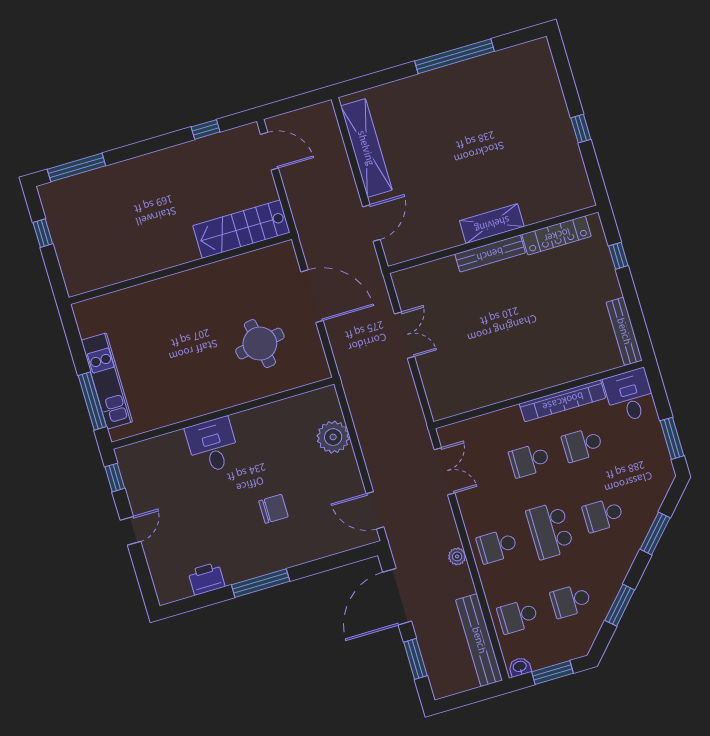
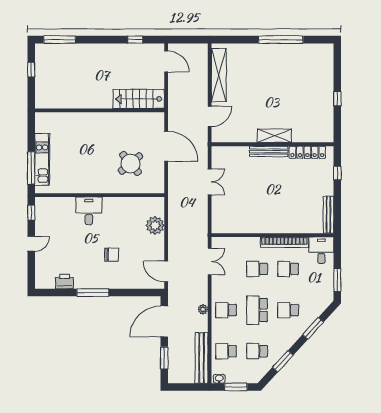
round table: (260, 344) -> (131, 163), turned -30

